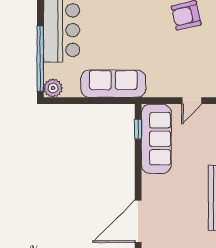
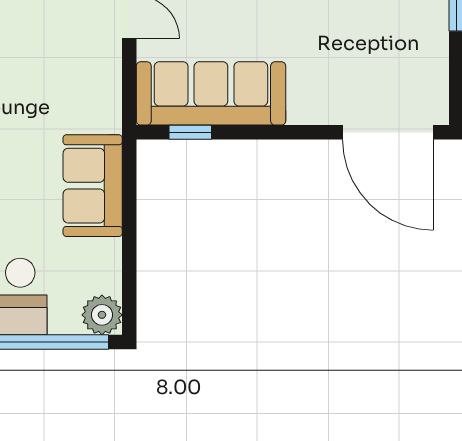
sofa: (113, 84) -> (93, 186), width x0.73

